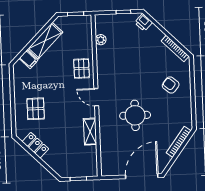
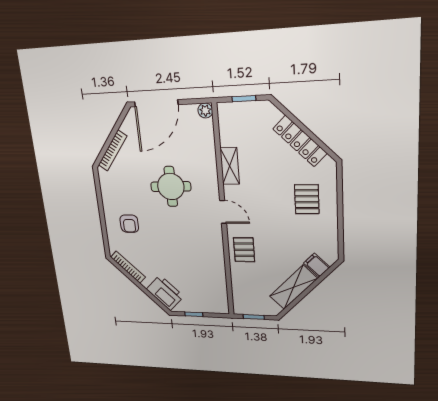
printer: (143, 22) -> (165, 293), width x1.87, depth x1.48
plant: (101, 40) -> (205, 110), moved
armchair: (171, 85) -> (129, 224), turned 51
locker: (35, 145) -> (300, 141), width x1.53

